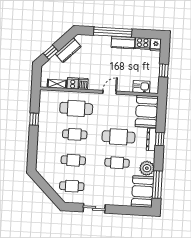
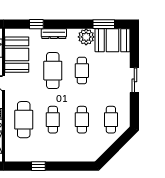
booth: (147, 111) -> (17, 55), moved, turned 90
window: (160, 139) -> (36, 24), moved
window: (157, 185) -> (104, 24), width x0.69
sliding door: (94, 208) -> (134, 80), moved

